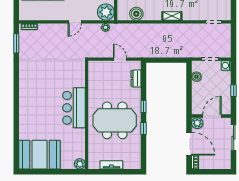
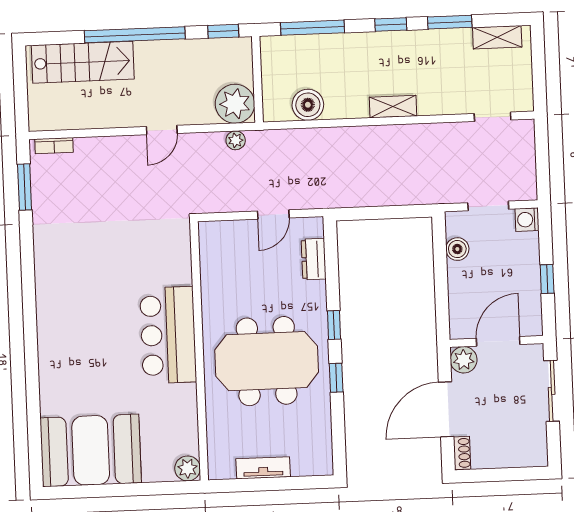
door: (120, 59) -> (273, 215), swing flipped
door: (189, 144) -> (446, 409), swing flipped

